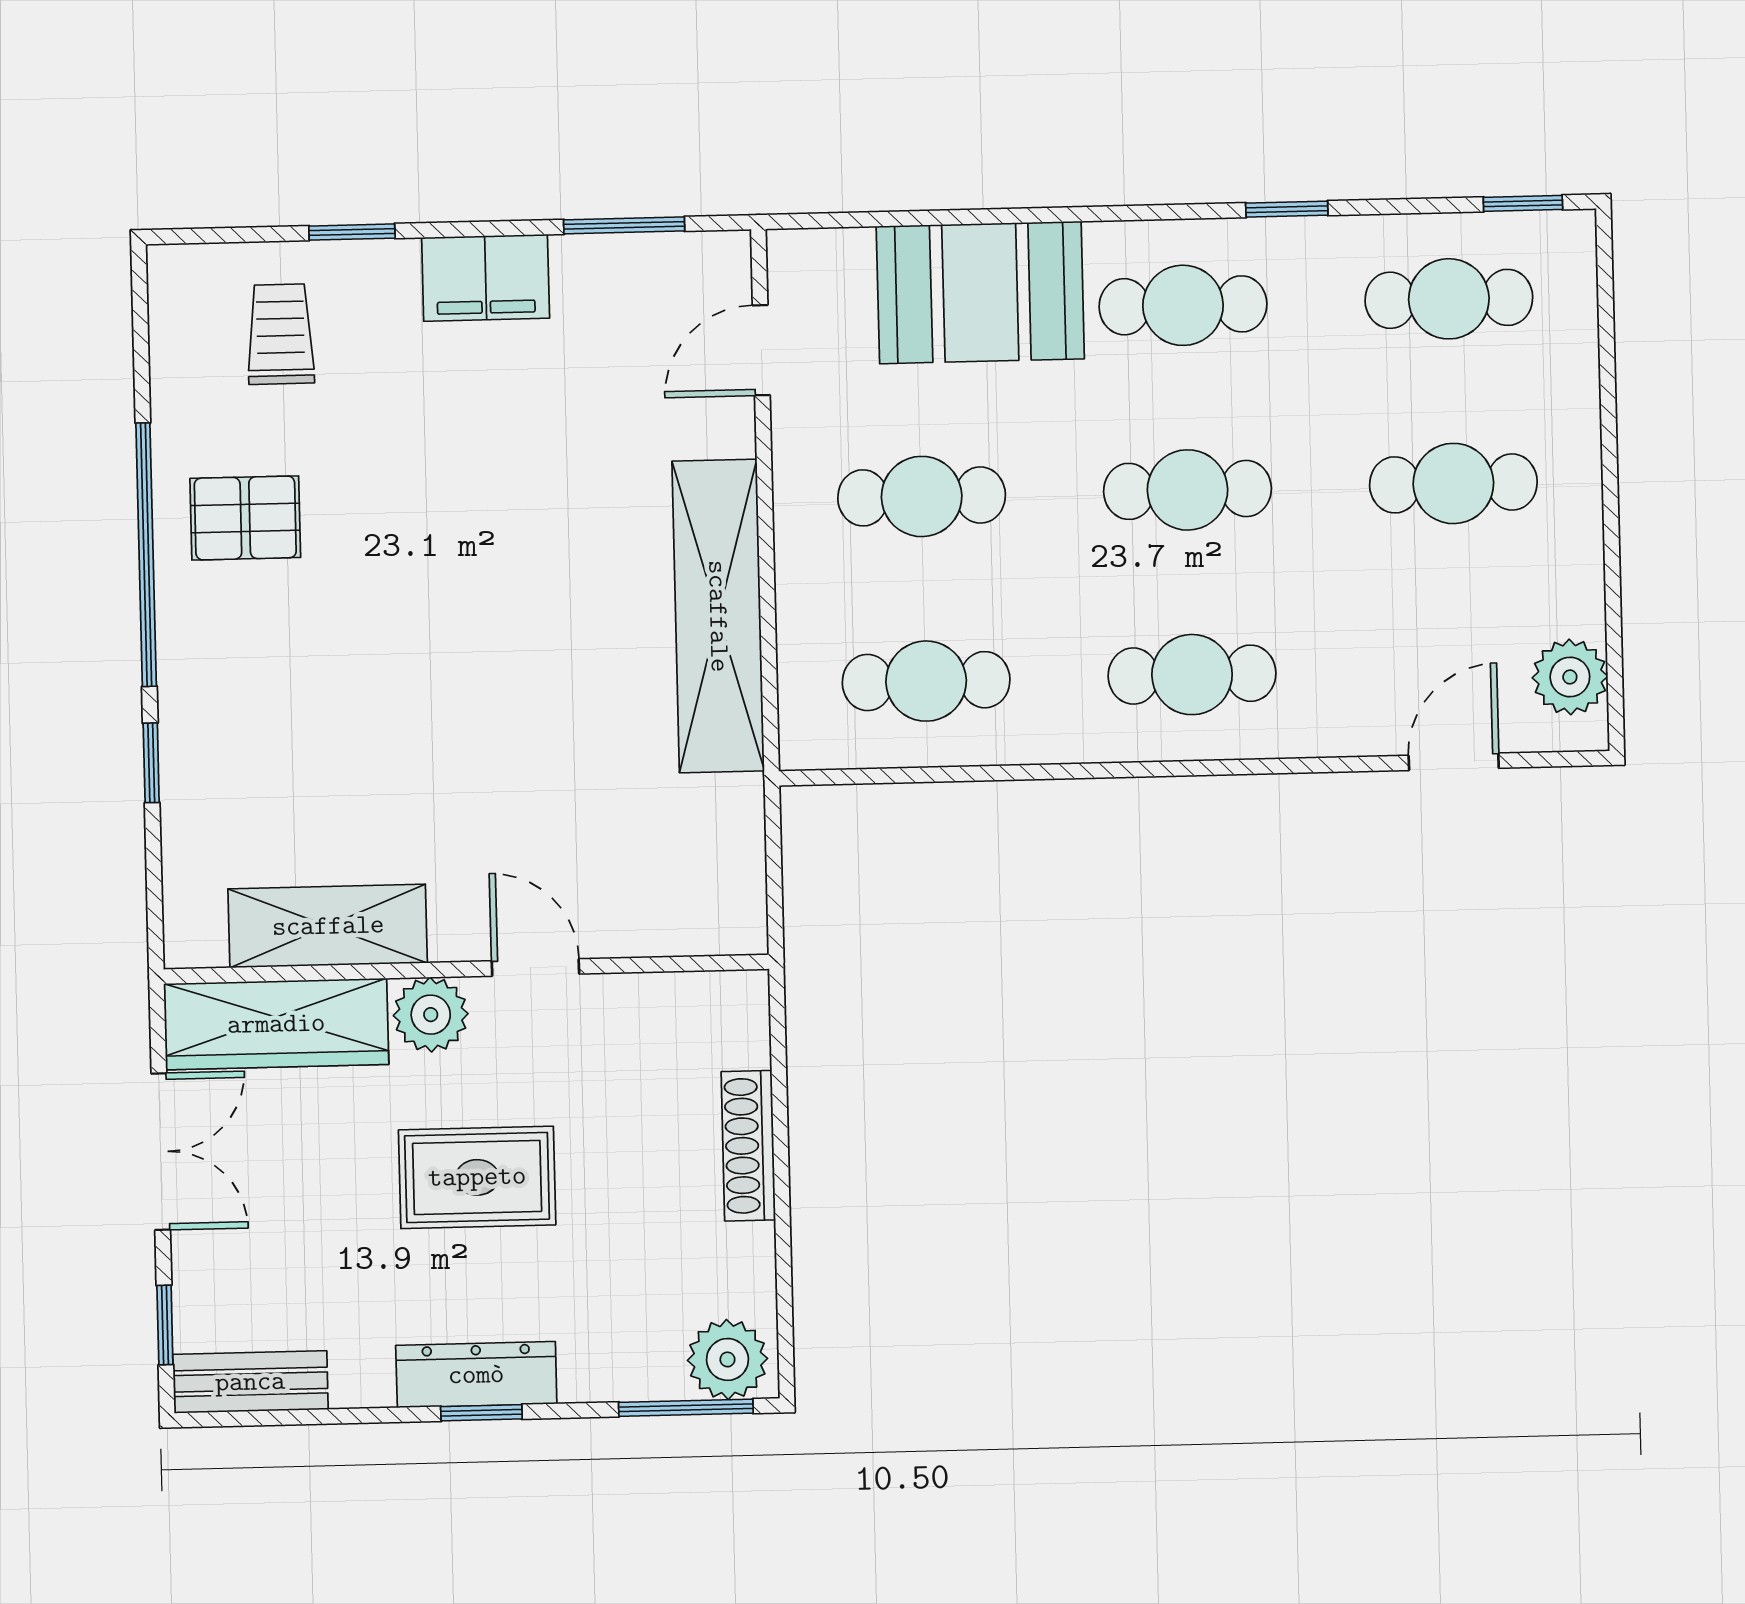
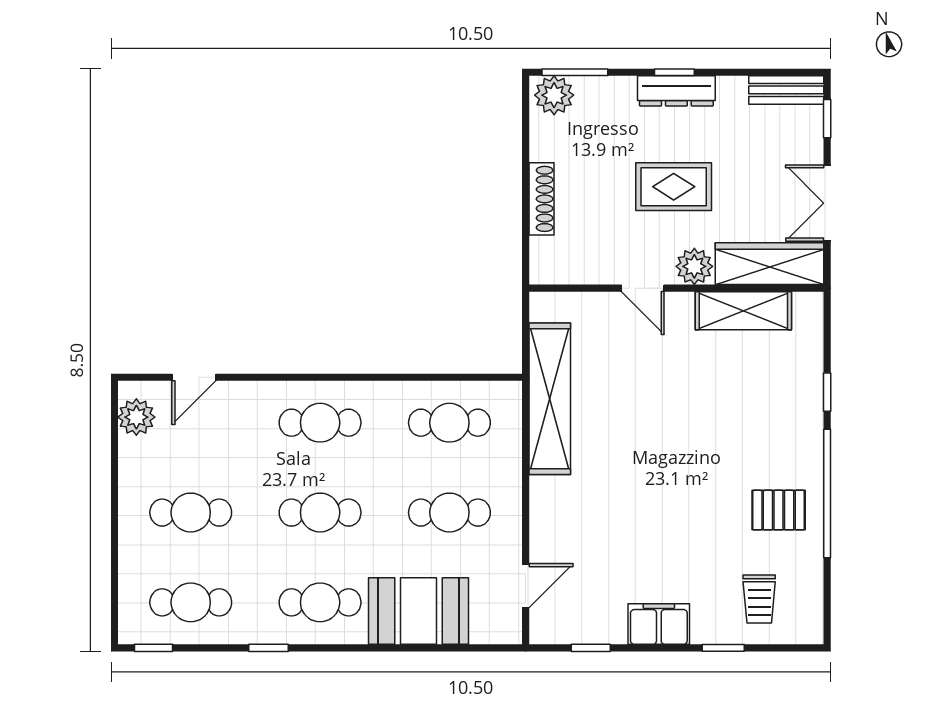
window: (624, 225) -> (591, 648), width x0.67
shelving: (718, 616) -> (550, 399), moved

